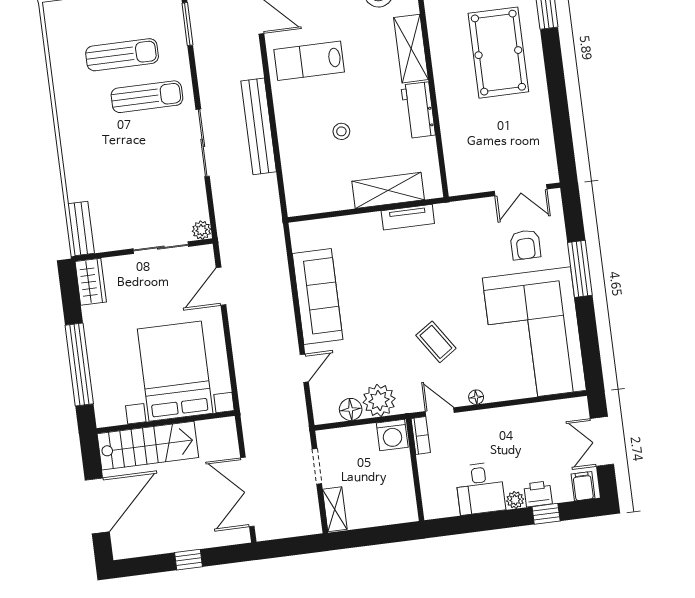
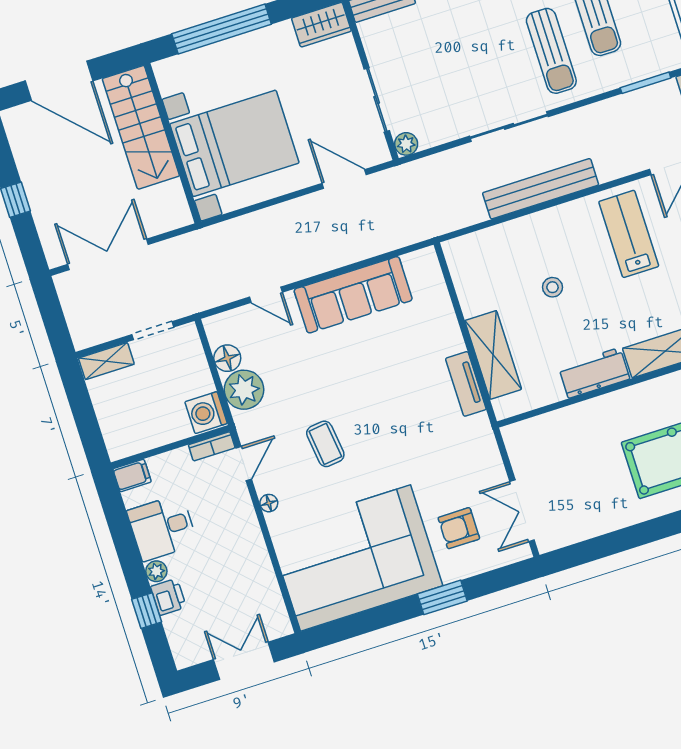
window: (580, 269) -> (442, 597), width x0.69
coffee table: (436, 342) -> (325, 444), turned -63
filing cabinet: (583, 486) -> (132, 475), moved

